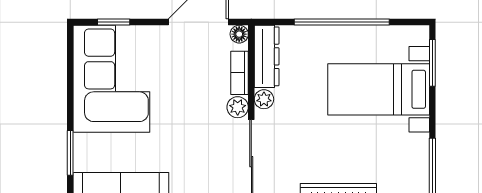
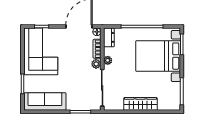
dresser: (267, 56) -> (109, 37), width x0.70
bed with nightstands: (379, 89) -> (158, 56), width x1.36

